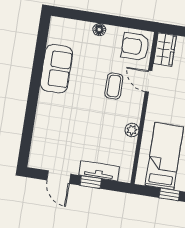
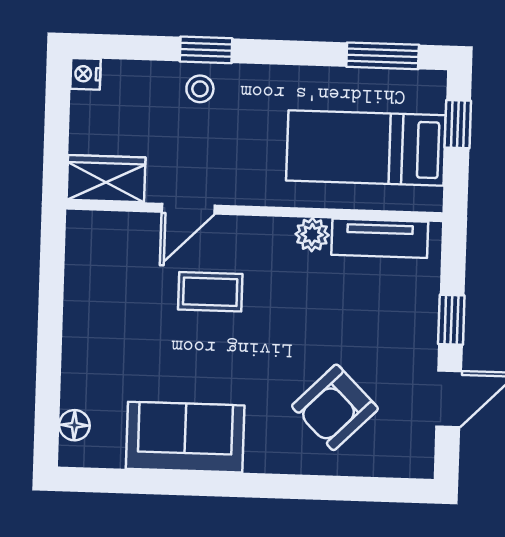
floor lamp: (99, 30) -> (74, 425), moved
armchair: (135, 47) -> (335, 407), moved, turned 45
tv unit: (99, 171) -> (380, 238), moved, turned -90

